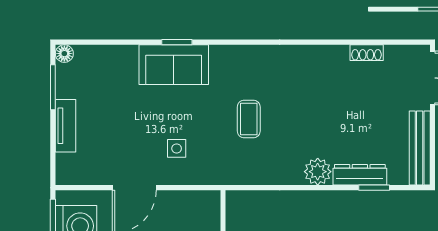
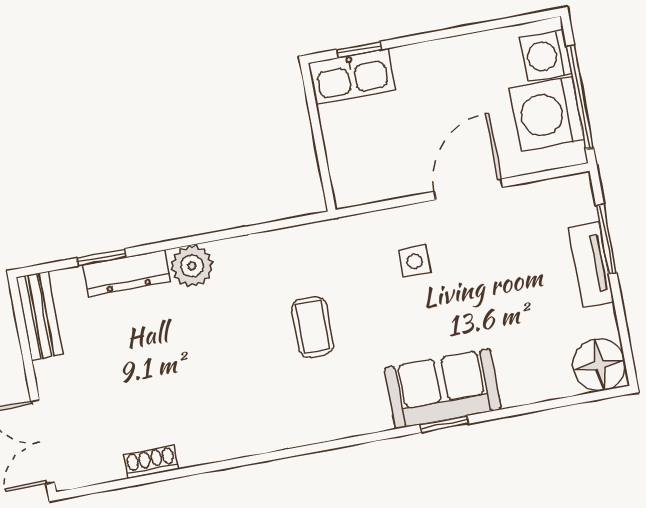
floor lamp: (64, 54) -> (599, 365), width x1.89, depth x1.89
window: (53, 87) -> (606, 239), moved
bench: (420, 148) -> (40, 316), width x0.73

